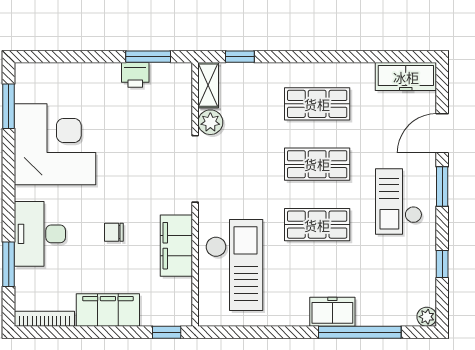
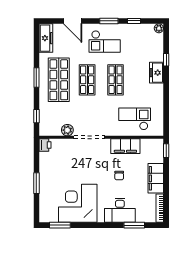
window: (148, 57) -> (36, 183), moved
window: (322, 57) -> (36, 77), added
printer: (135, 75) -> (45, 145), moved
shelving: (208, 85) -> (50, 131), removed
shop shelf: (317, 104) -> (59, 80), width x1.43, depth x1.36
window: (442, 186) -> (109, 21), moved
checkout: (234, 265) -> (135, 119), width x0.73, depth x0.83
window: (360, 332) -> (166, 60), width x0.32

